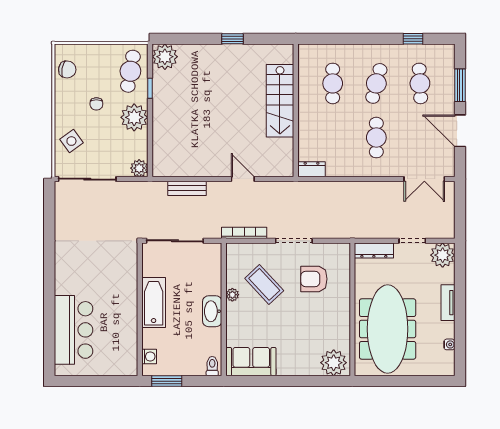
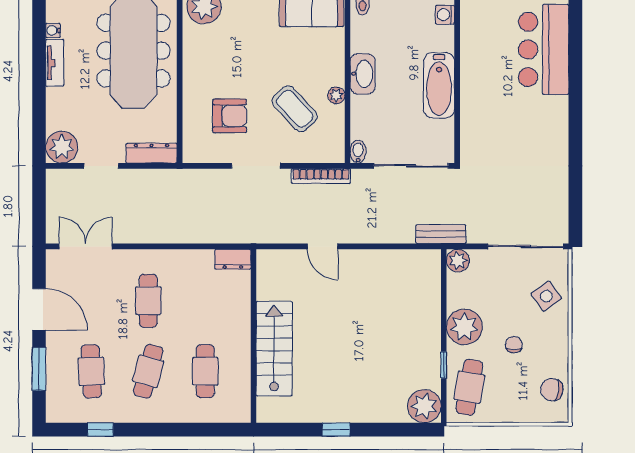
bench: (187, 188) -> (441, 234), moved
bidet: (216, 252) -> (358, 152), added
tv unit: (448, 303) -> (55, 63), moved

